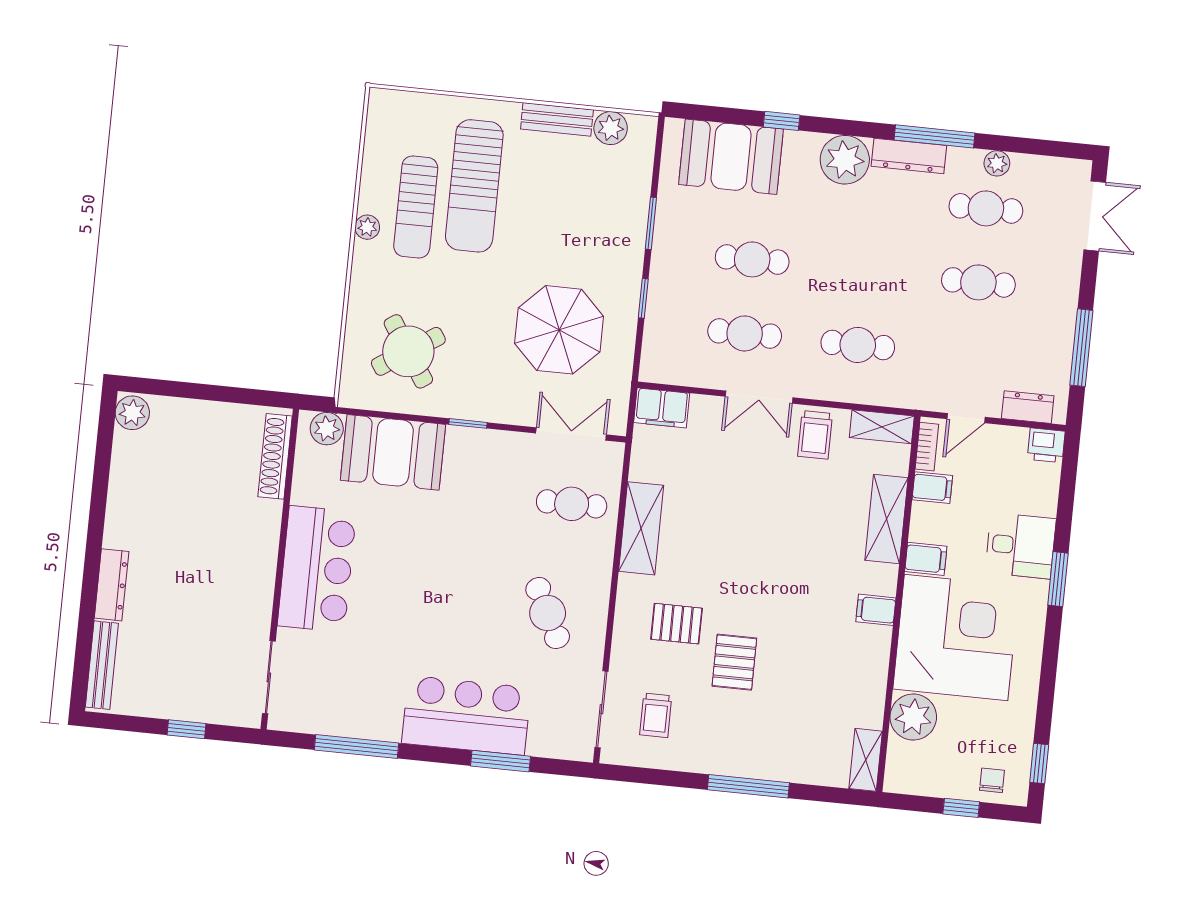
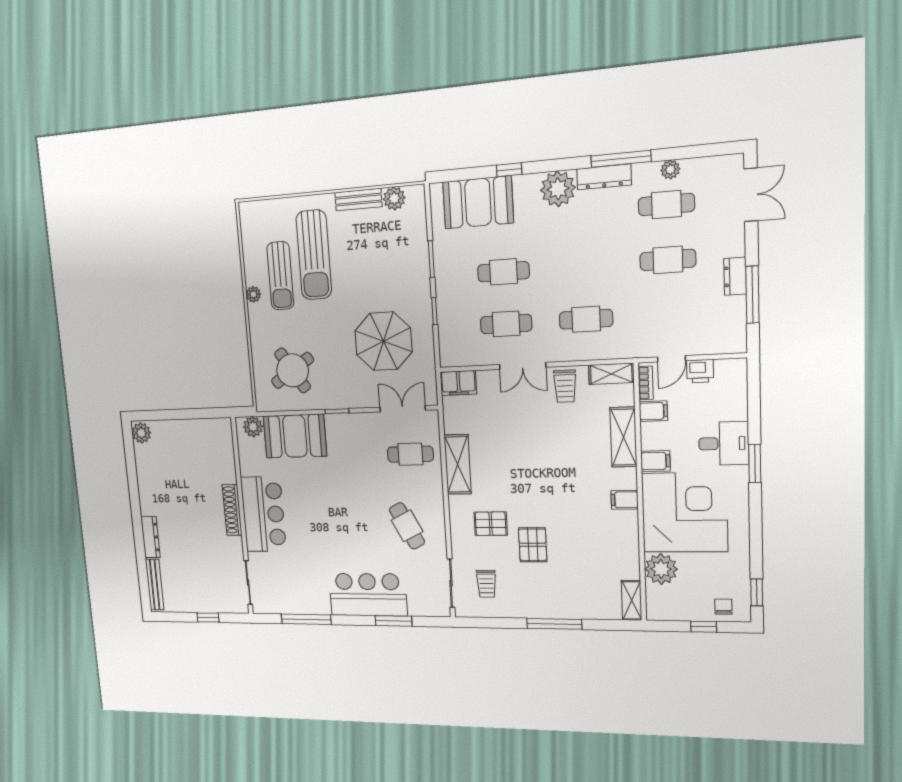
dresser: (1028, 407) -> (735, 276), moved, turned -90
printer: (1046, 445) -> (700, 371), moved
shoe rack: (275, 456) -> (232, 510), moved

